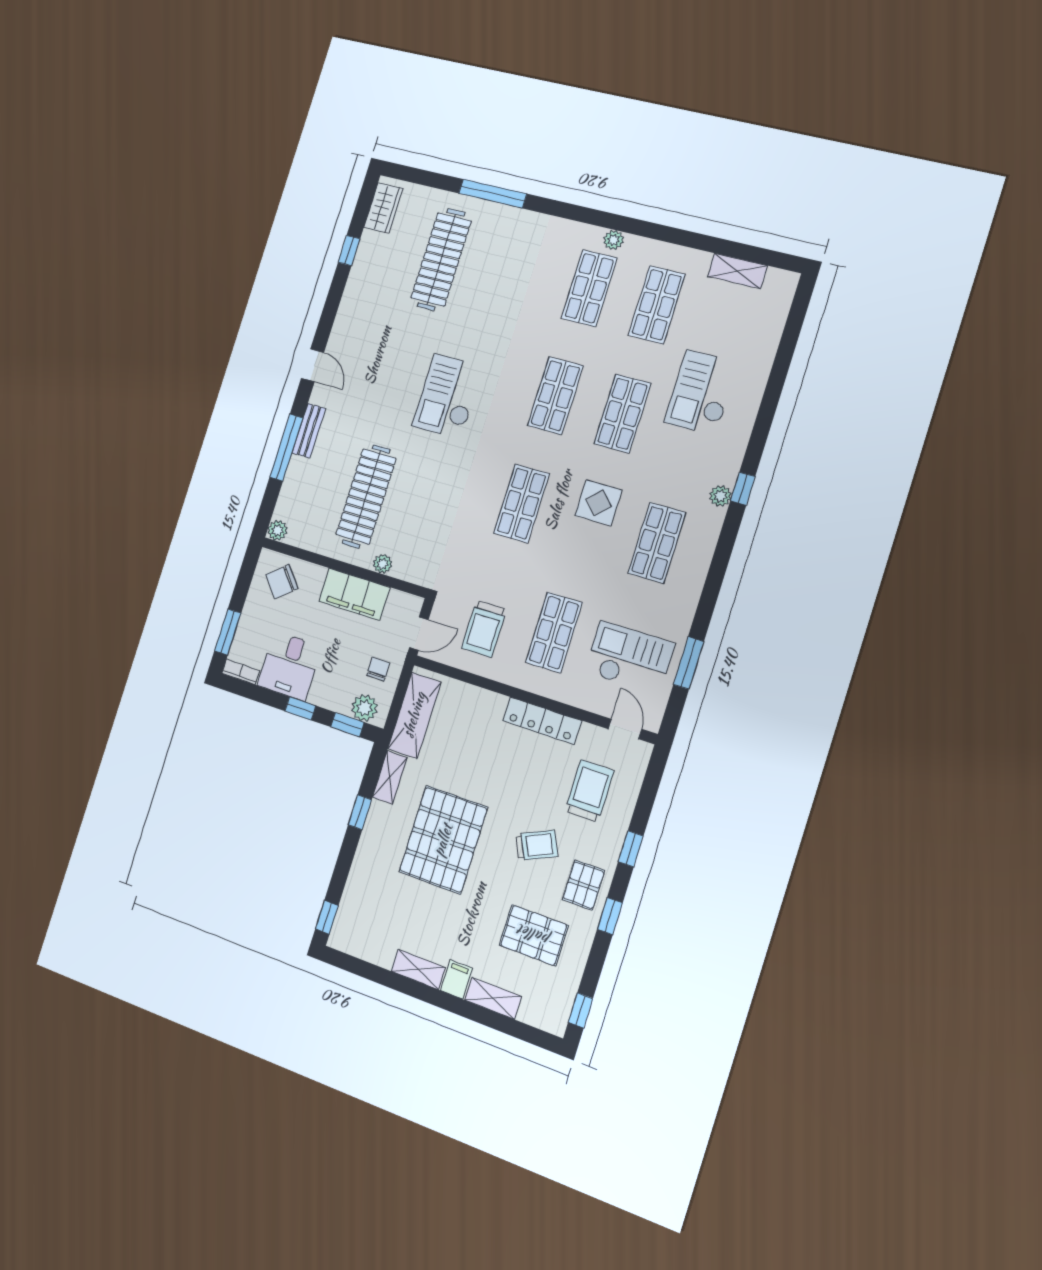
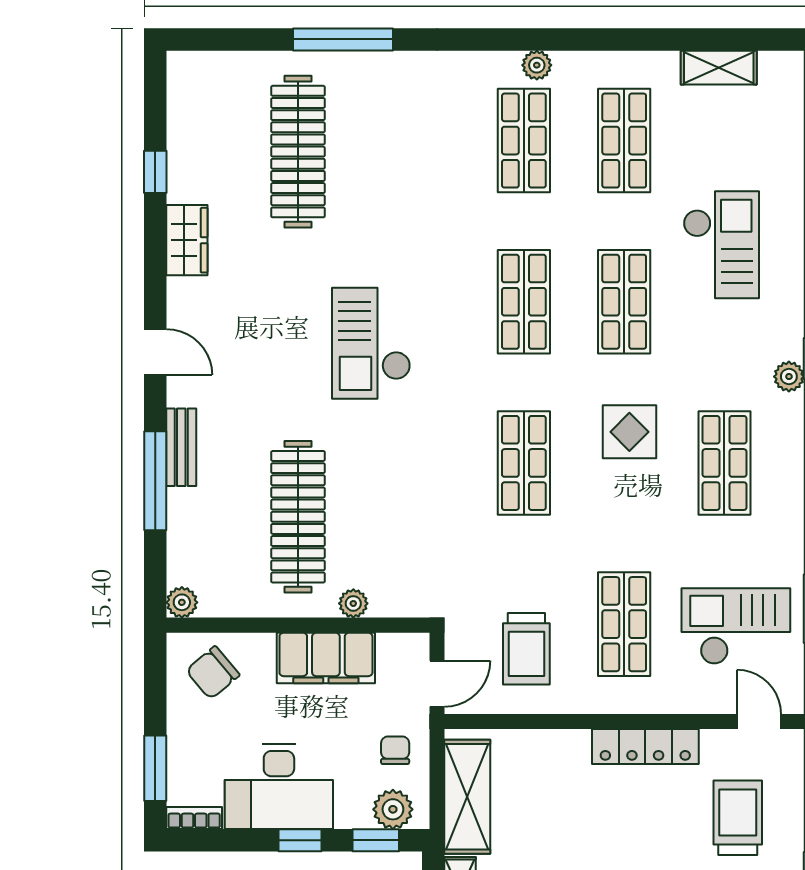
wardrobe: (383, 208) -> (187, 240), moved
checkout: (701, 392) -> (721, 245), turned 180
desk: (290, 666) -> (279, 787), width x1.37

